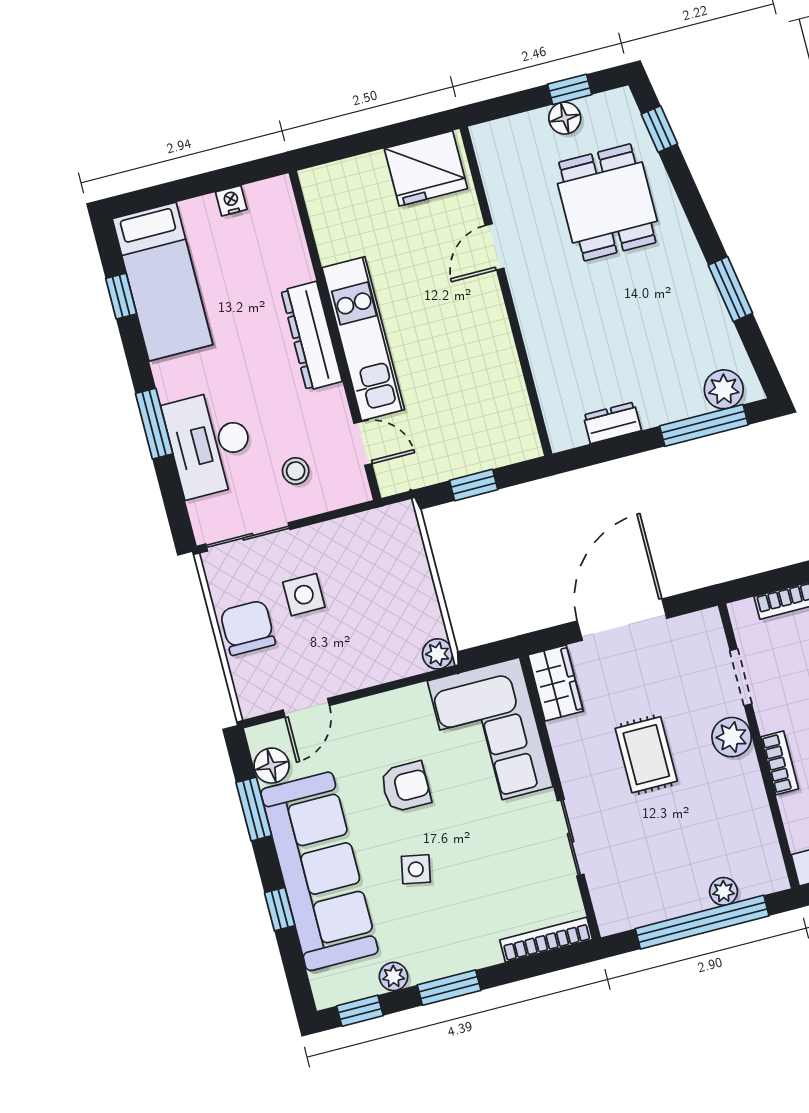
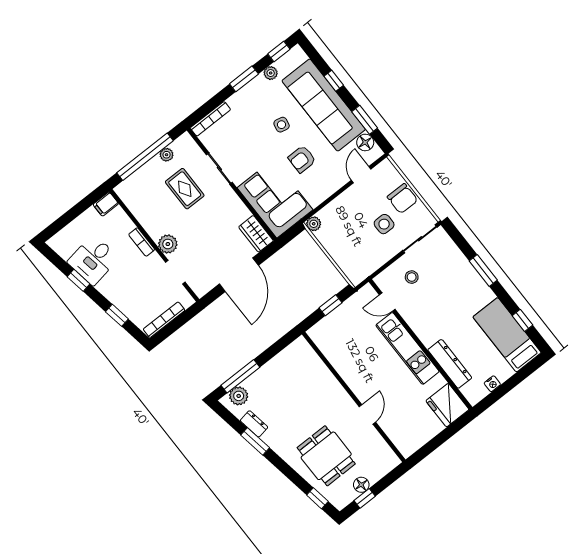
fridge: (426, 168) -> (447, 405), moved, turned -90
dresser: (312, 336) -> (450, 364), moved
dresser: (612, 423) -> (254, 424), moved, turned -99
desk: (210, 443) -> (455, 273), removed
rug: (646, 755) -> (185, 189), moved
plant: (724, 891) -> (167, 155), moved

